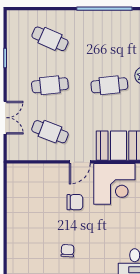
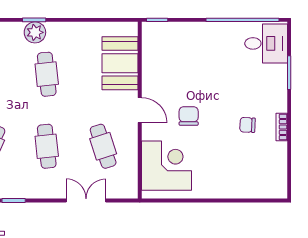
cafe table: (50, 132) -> (103, 146), turned -39
corner desk: (114, 184) -> (166, 166), moved

